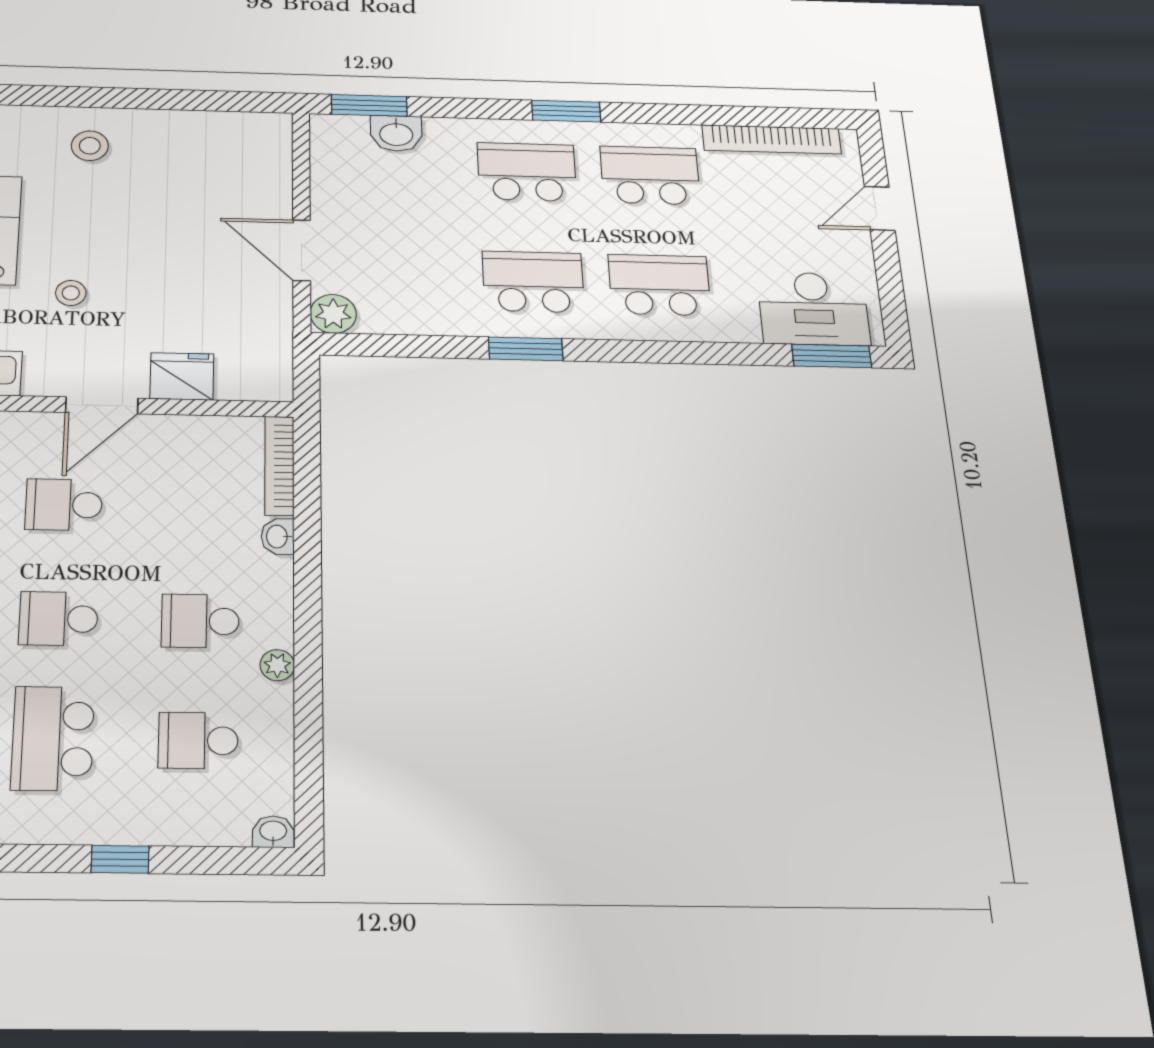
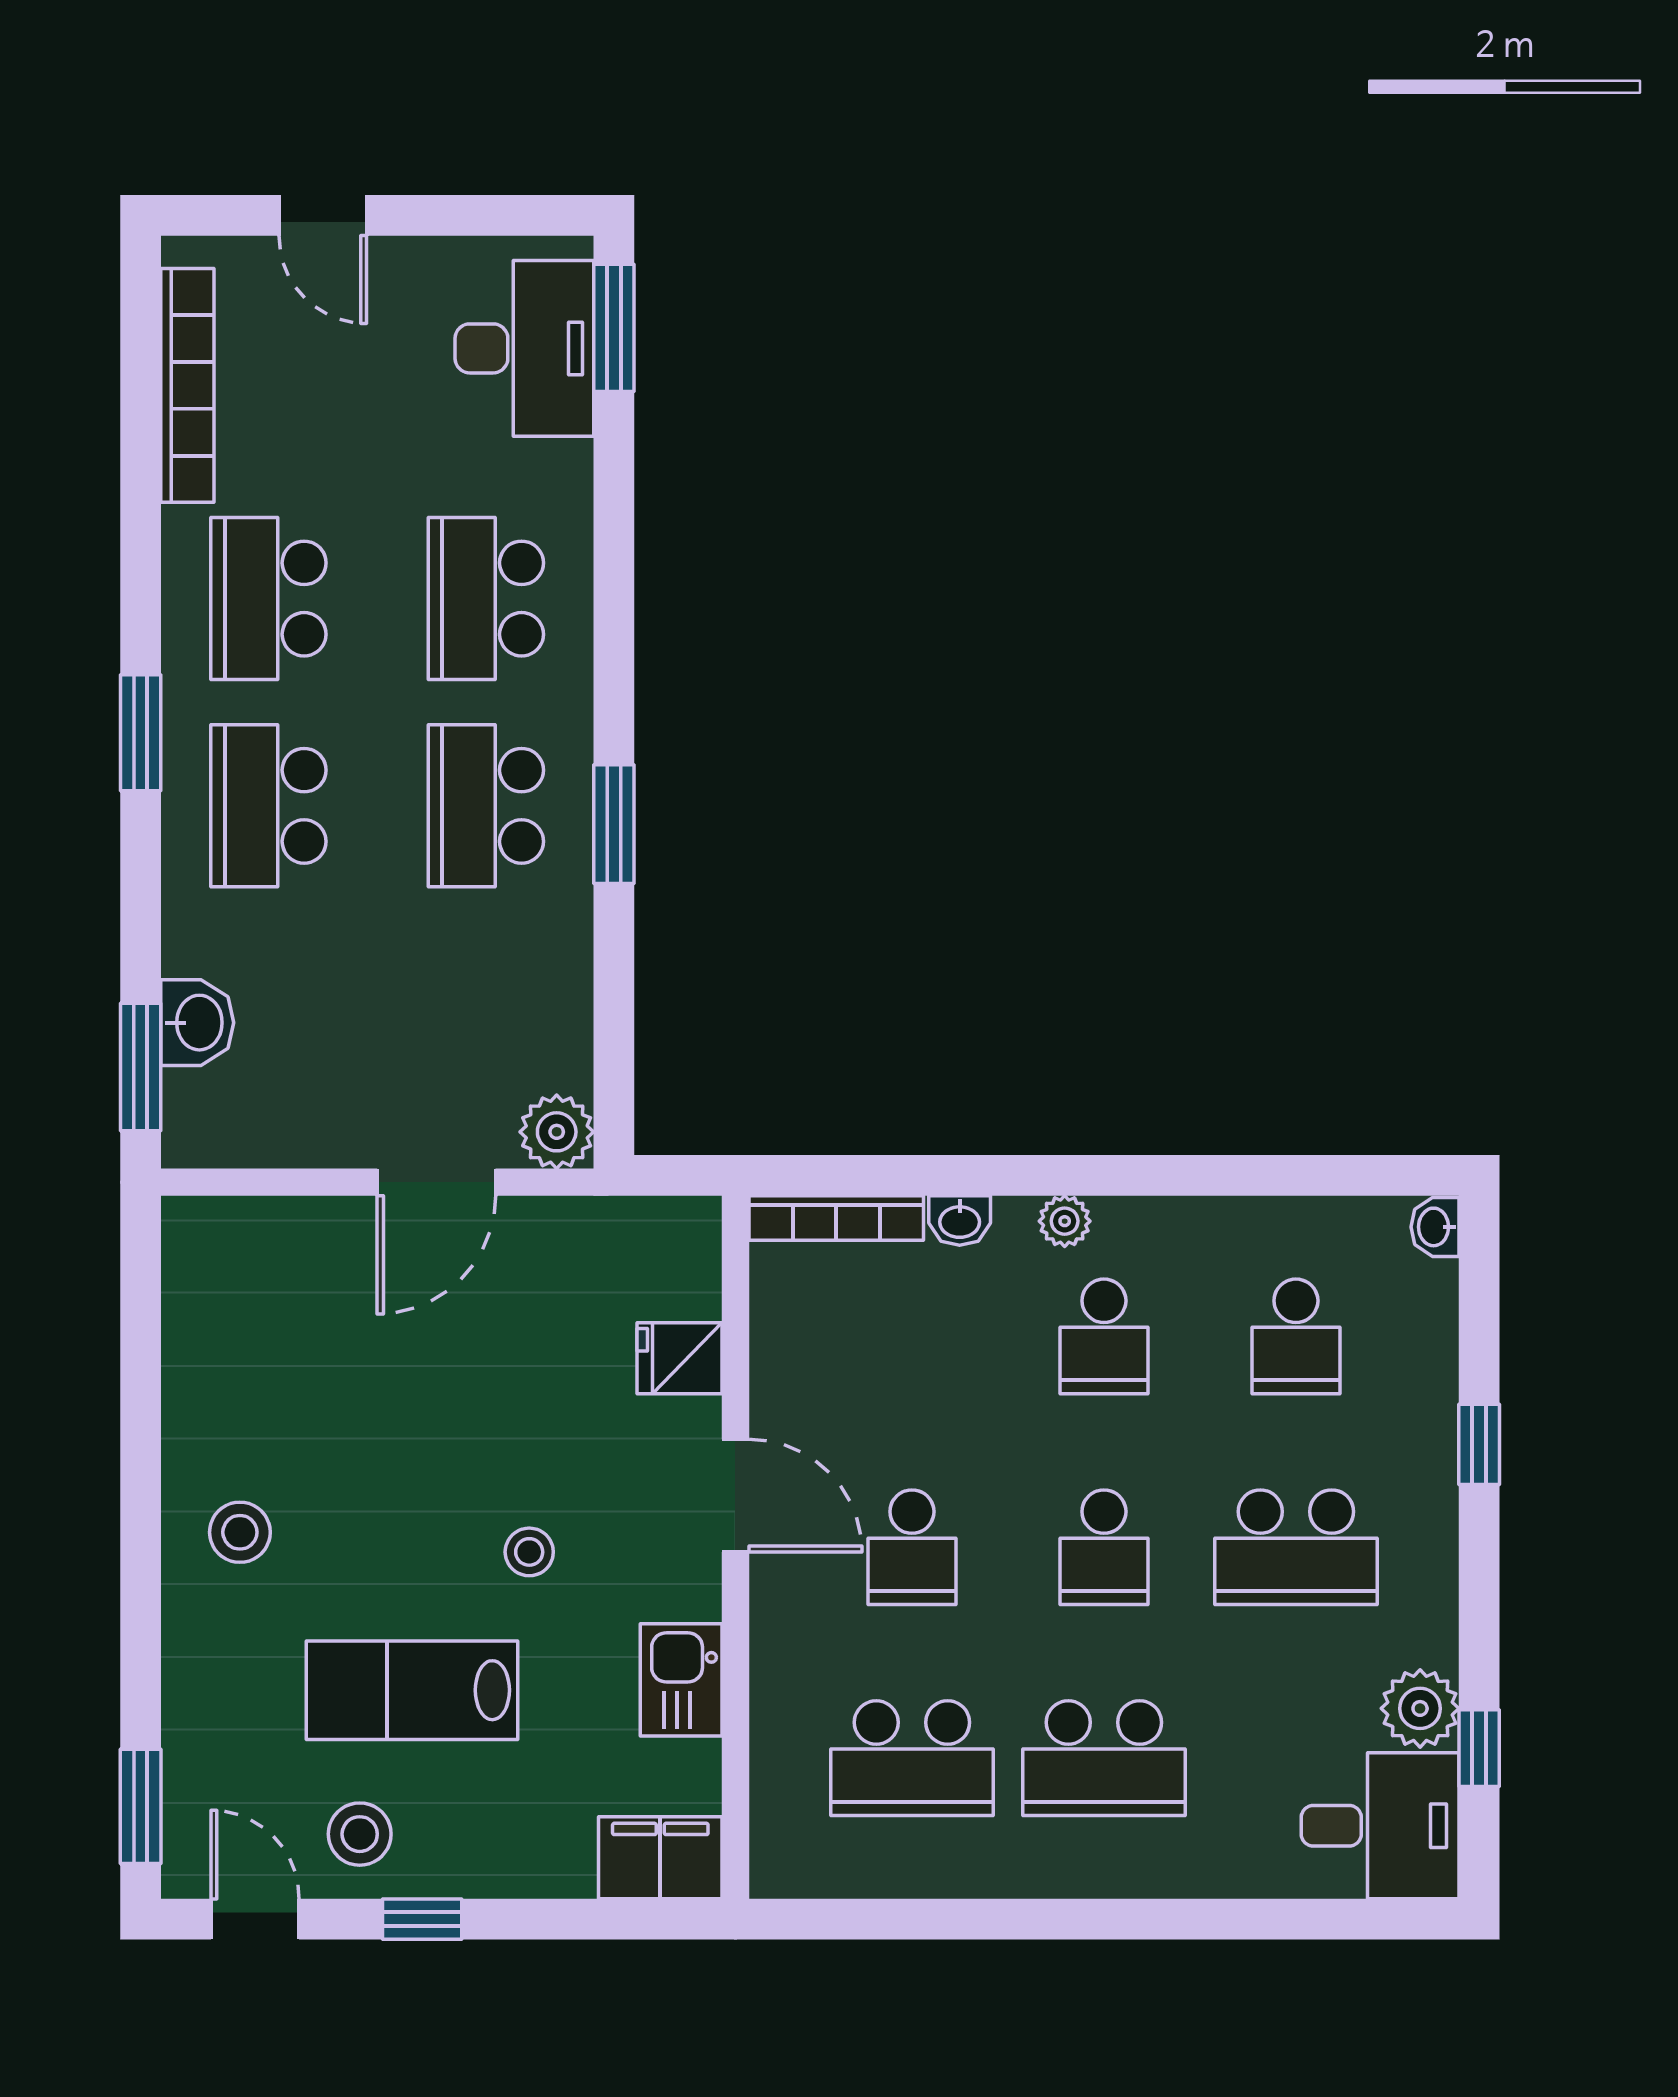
fridge: (182, 376) -> (680, 1358), width x0.72
plant: (277, 665) -> (1065, 1221), moved

